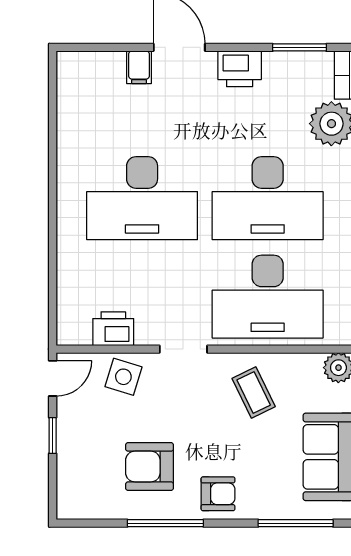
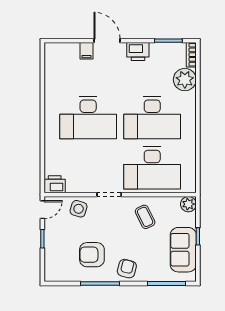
printer: (113, 329) -> (55, 184), moved
armchair: (218, 494) -> (127, 269), turned -75

